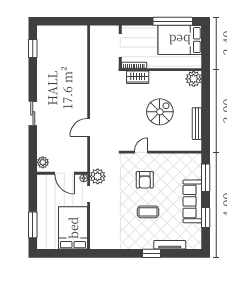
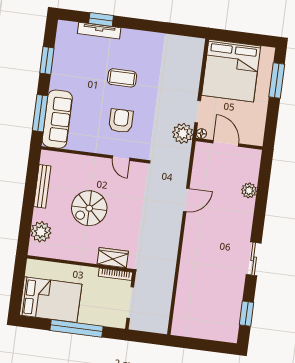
window: (173, 21) -> (77, 328), moved
plant: (194, 79) -> (41, 232), moved
sliding door: (33, 113) -> (254, 259), moved
door: (141, 152) -> (121, 158), hinge flipped
plant: (43, 162) -> (249, 190), moved
sofa: (192, 201) -> (57, 119), moved
bed: (73, 228) -> (231, 71), width x1.36
window: (151, 253) -> (101, 19), moved

